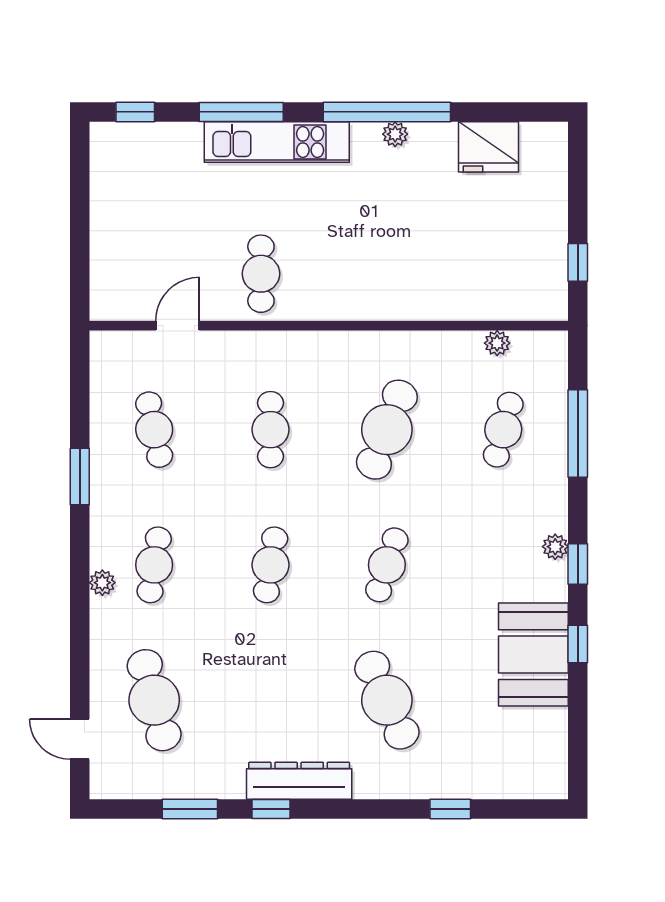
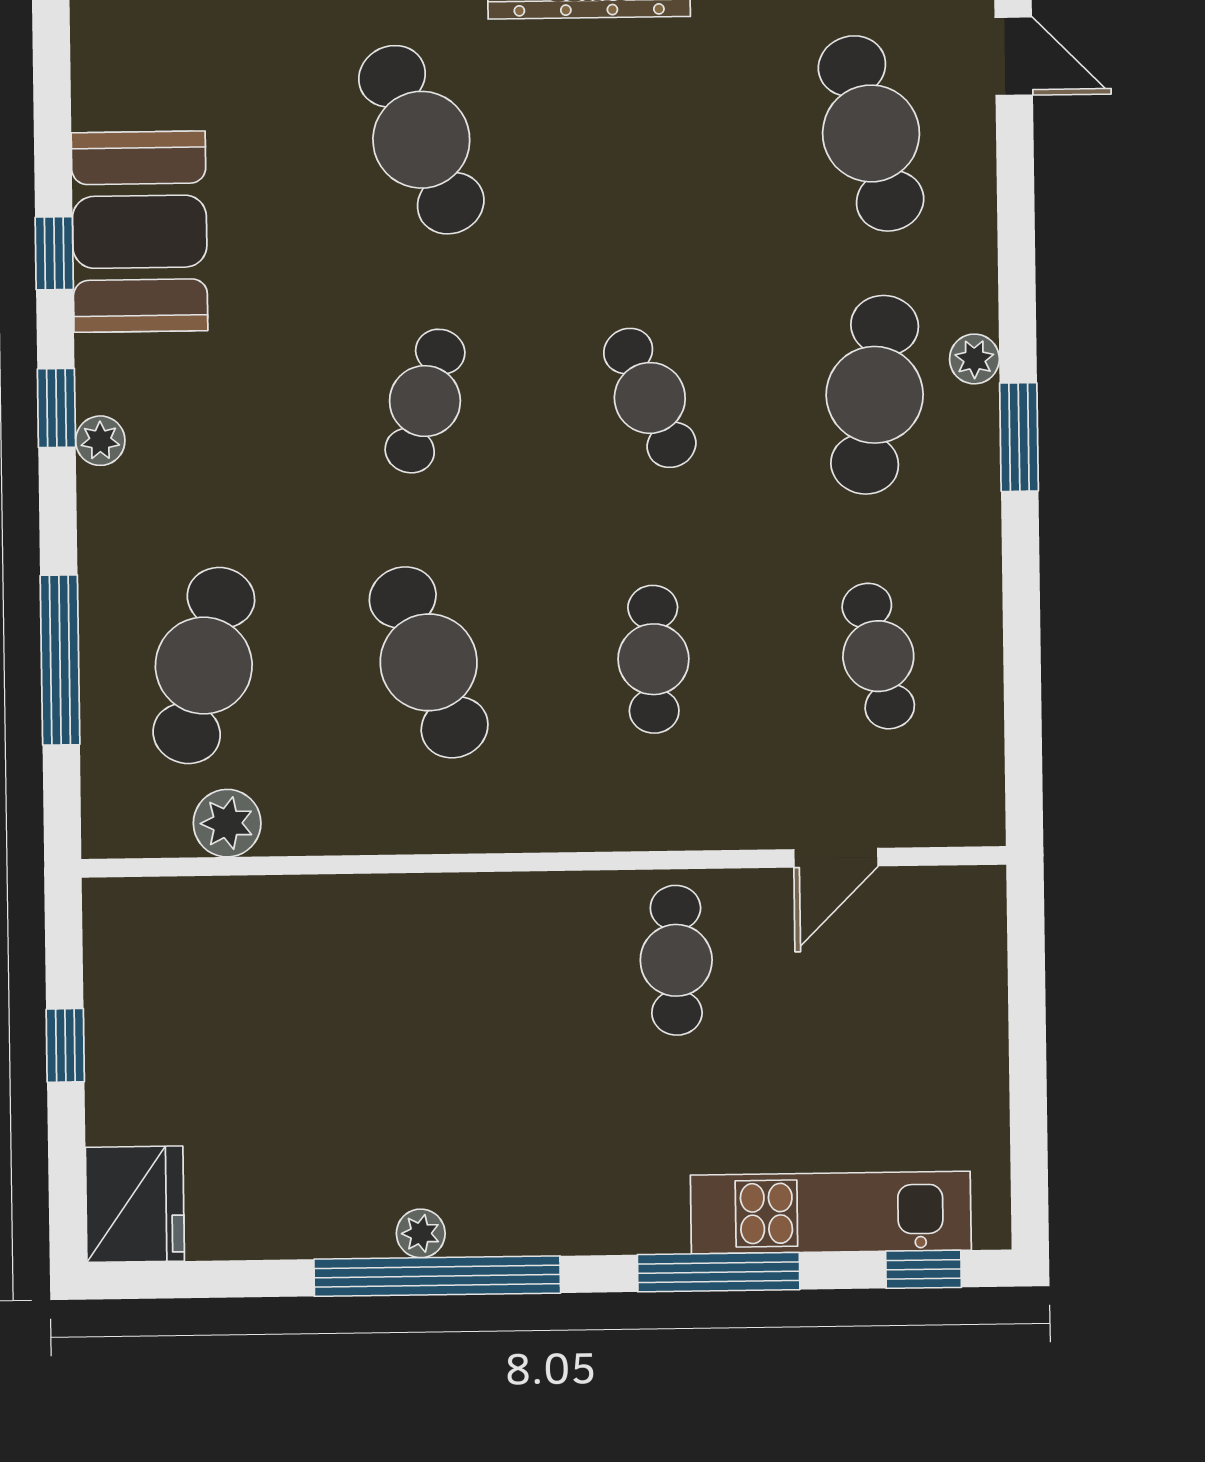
kitchen unit: (277, 142) -> (831, 1213), moved
fridge: (488, 147) -> (135, 1204), moved, turned 90
window: (578, 262) -> (65, 1045), moved
plant: (497, 343) -> (227, 823), width x1.38, depth x1.38
cafe table: (387, 430) -> (429, 662), turned -42
cafe table: (503, 430) -> (204, 666), width x1.37, depth x1.35
window: (80, 476) -> (1019, 437), moved
cafe table: (154, 565) -> (875, 395), width x1.37, depth x1.35
cafe table: (271, 565) -> (650, 398), turned -33

